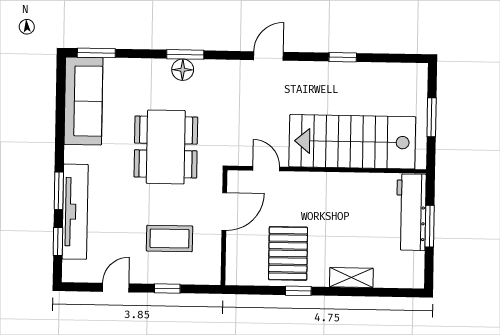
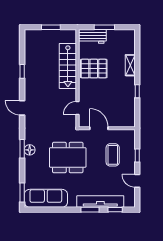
stairs: (352, 142) -> (68, 66), width x0.73, depth x0.66
workbench: (411, 212) -> (93, 36), width x0.73
pallet: (288, 253) -> (94, 69), moved

